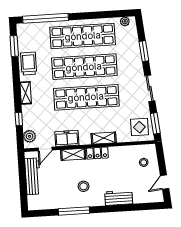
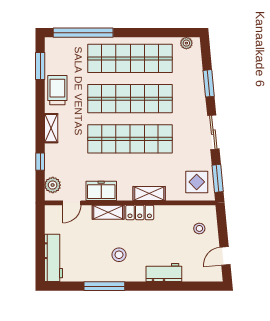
workbench: (33, 176) -> (53, 258), moved

